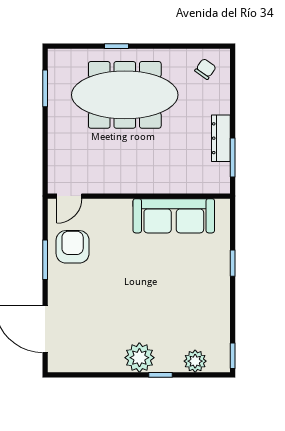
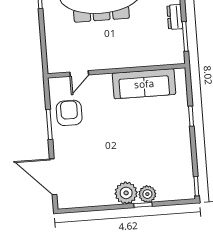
dresser: (221, 138) -> (175, 17), width x0.70
door: (69, 196) -> (79, 74), moved
plant: (195, 361) -> (147, 194), moved

